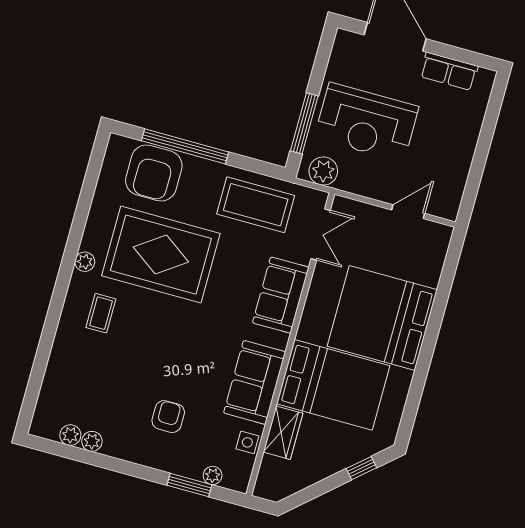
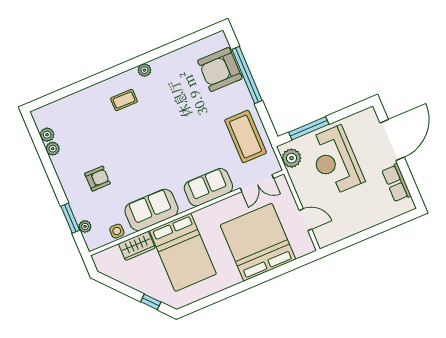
rug: (161, 255) -> (180, 107), removed
bed: (382, 318) -> (258, 242), moved

